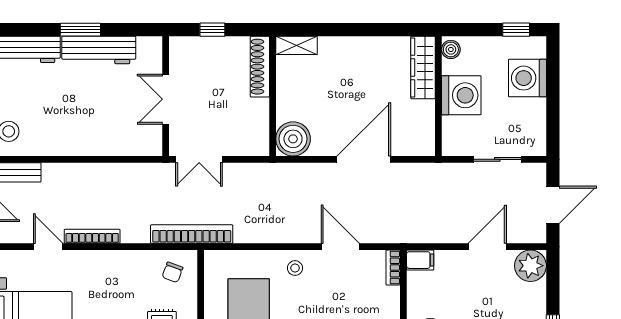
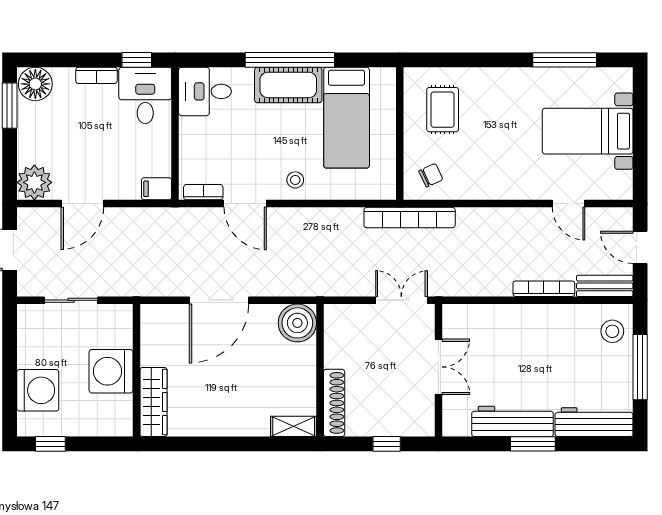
boiler: (451, 49) -> (123, 422), removed
bookcase: (92, 236) -> (544, 289), moved, turned 180
bookcase: (393, 268) -> (203, 192), moved, turned -90
chair: (172, 272) -> (431, 175), turned 45

